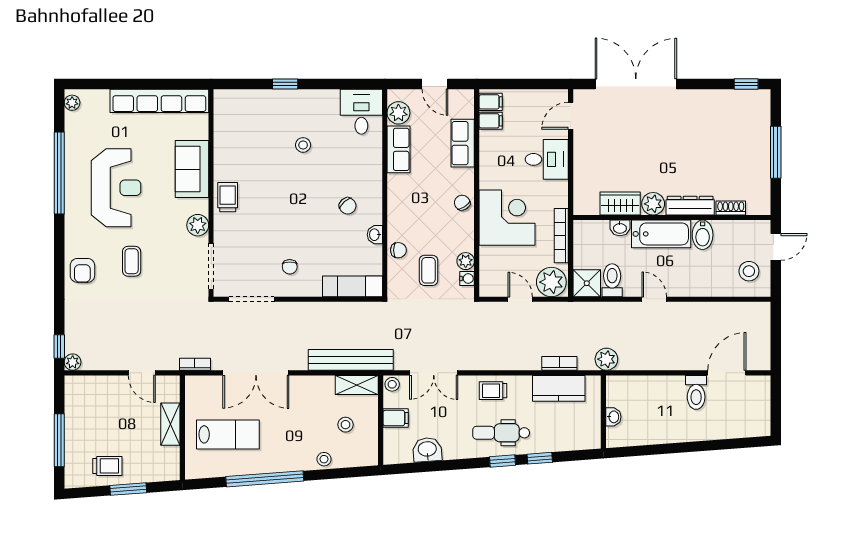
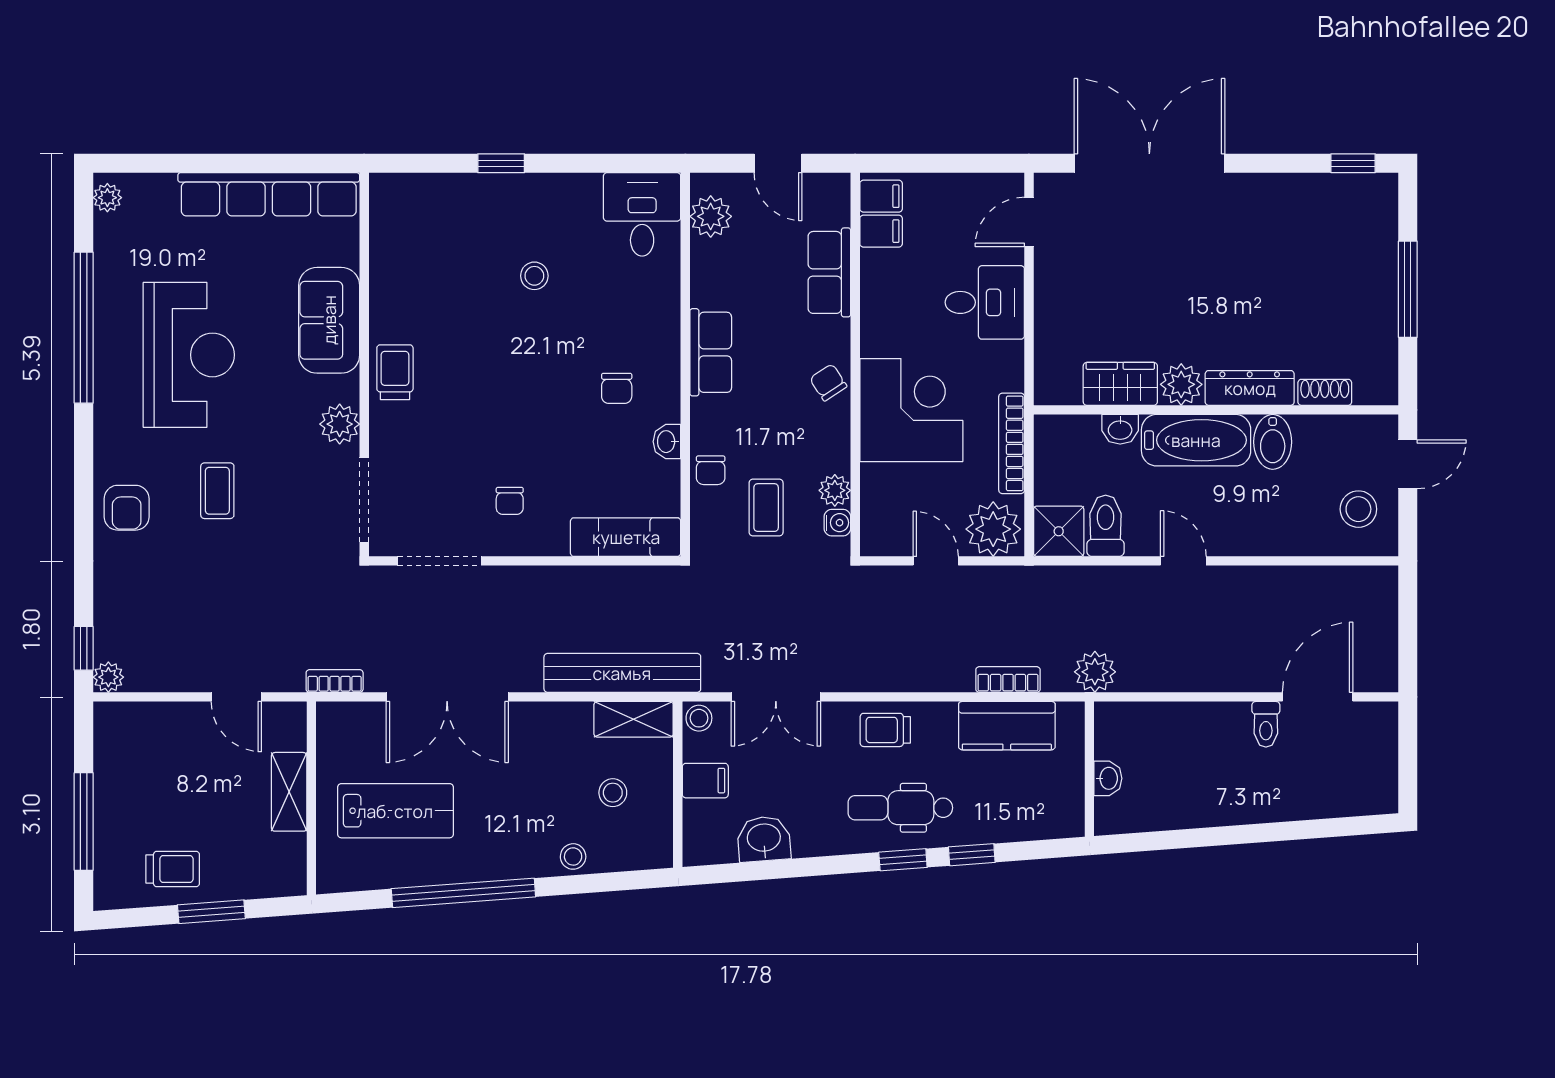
row of seats: (398, 149) -> (711, 352), moved
chair: (348, 206) -> (617, 388), turned 41
chair: (398, 250) -> (711, 470), turned 90
toilet: (696, 392) -> (1266, 724), width x0.73, depth x0.72

